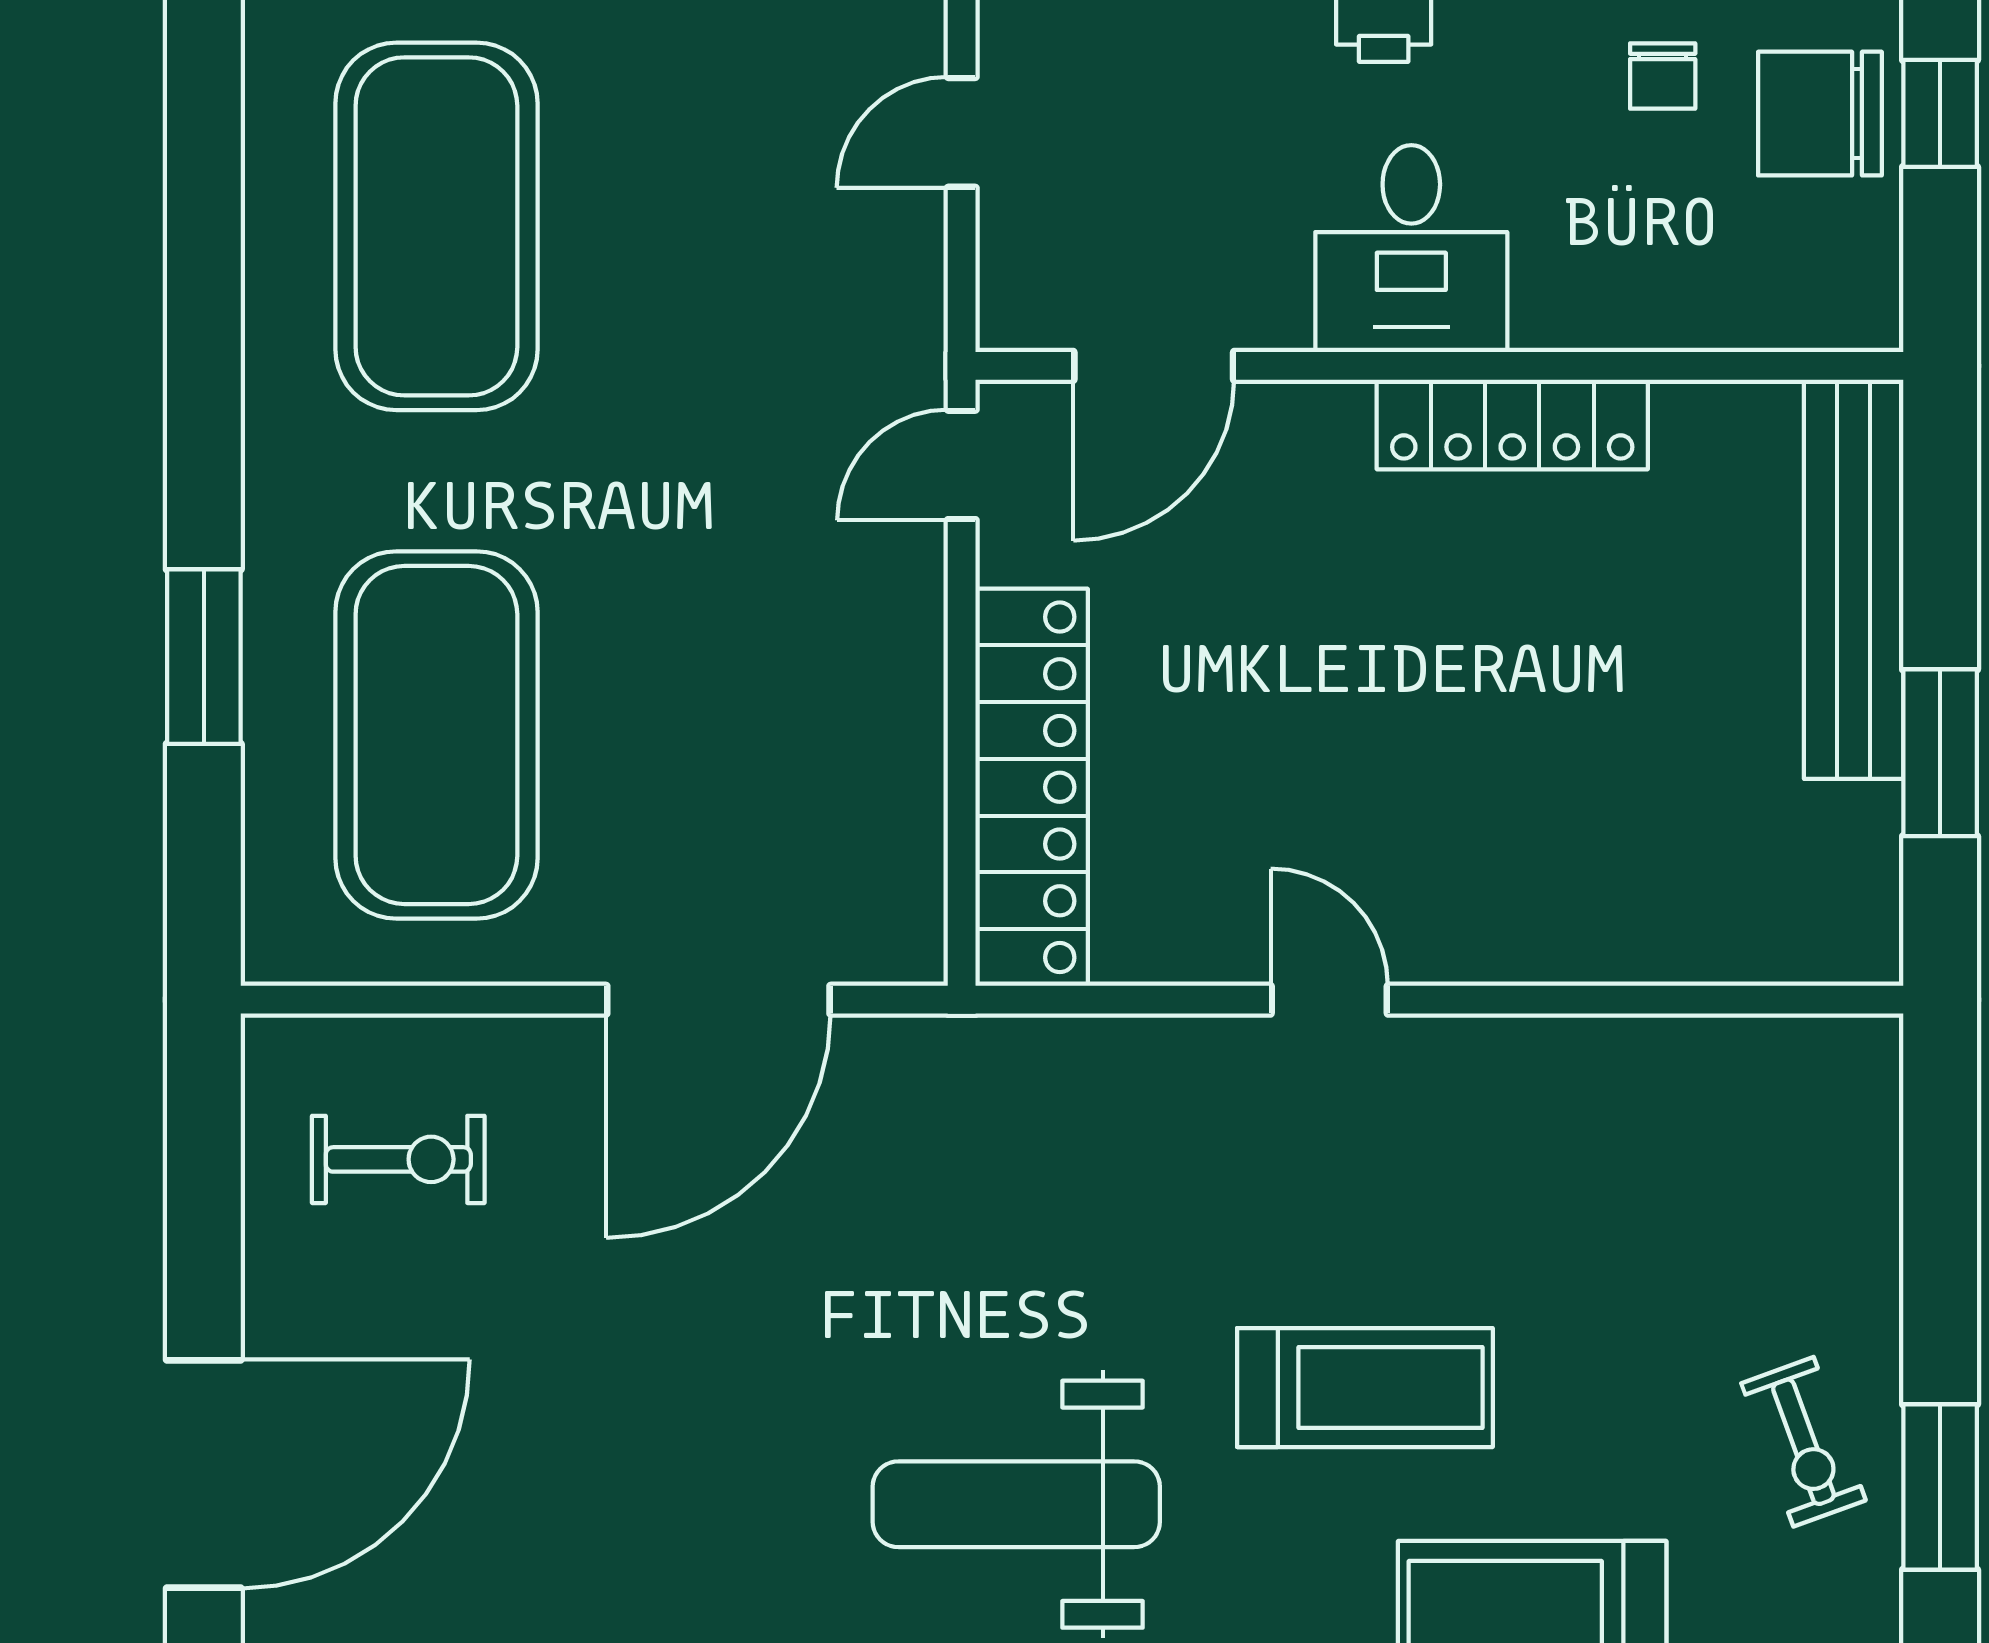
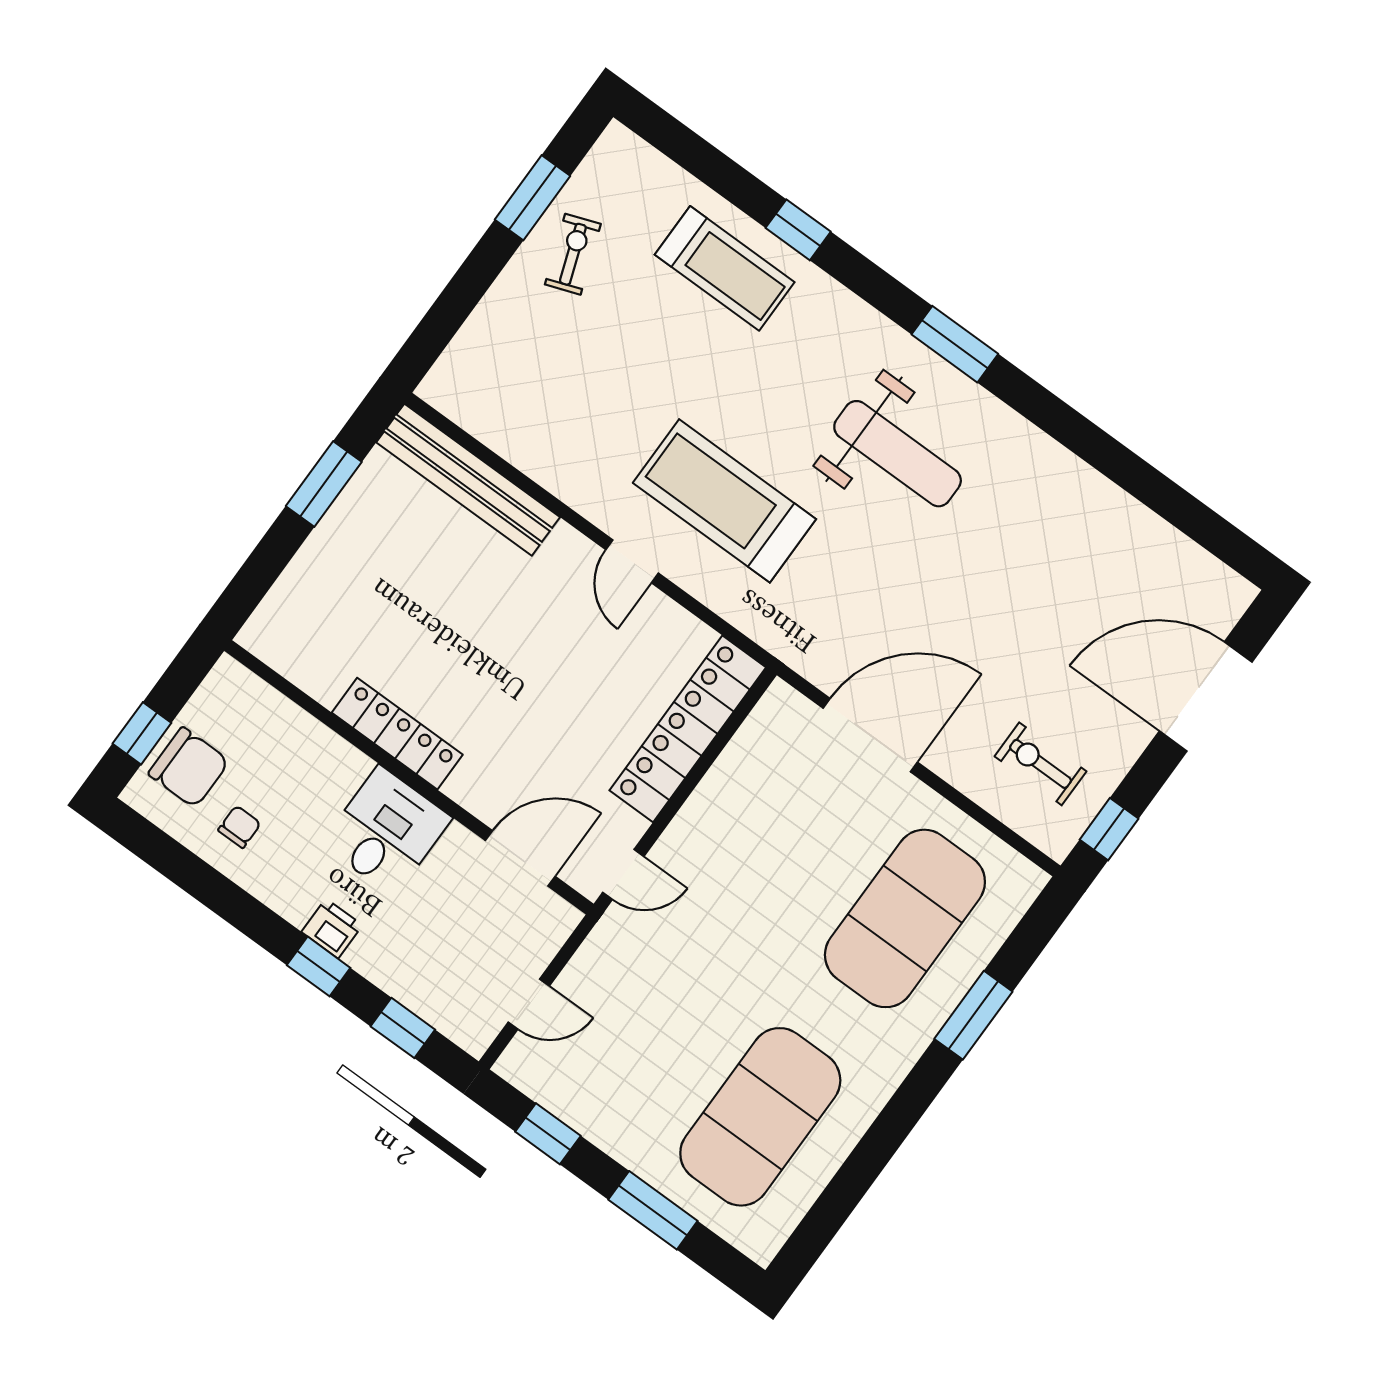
bench: (1854, 579) -> (468, 480), moved, turned 90
window: (204, 1134) -> (1109, 829), added
treadmill: (1365, 1388) -> (724, 501), moved, width x1.37, depth x1.38

